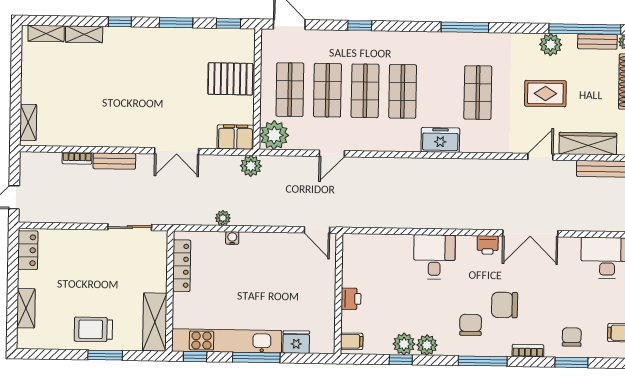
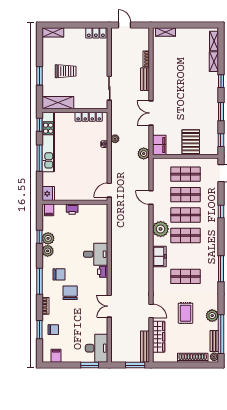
plant: (274, 135) -> (161, 229), moved
double door: (530, 233) -> (109, 306), width x0.73
printer: (488, 245) -> (103, 272), moved
shelving: (26, 308) -> (53, 32), moved
trolley: (93, 329) -> (66, 71), moved, turned 90
fridge: (296, 342) -> (48, 194), moved

